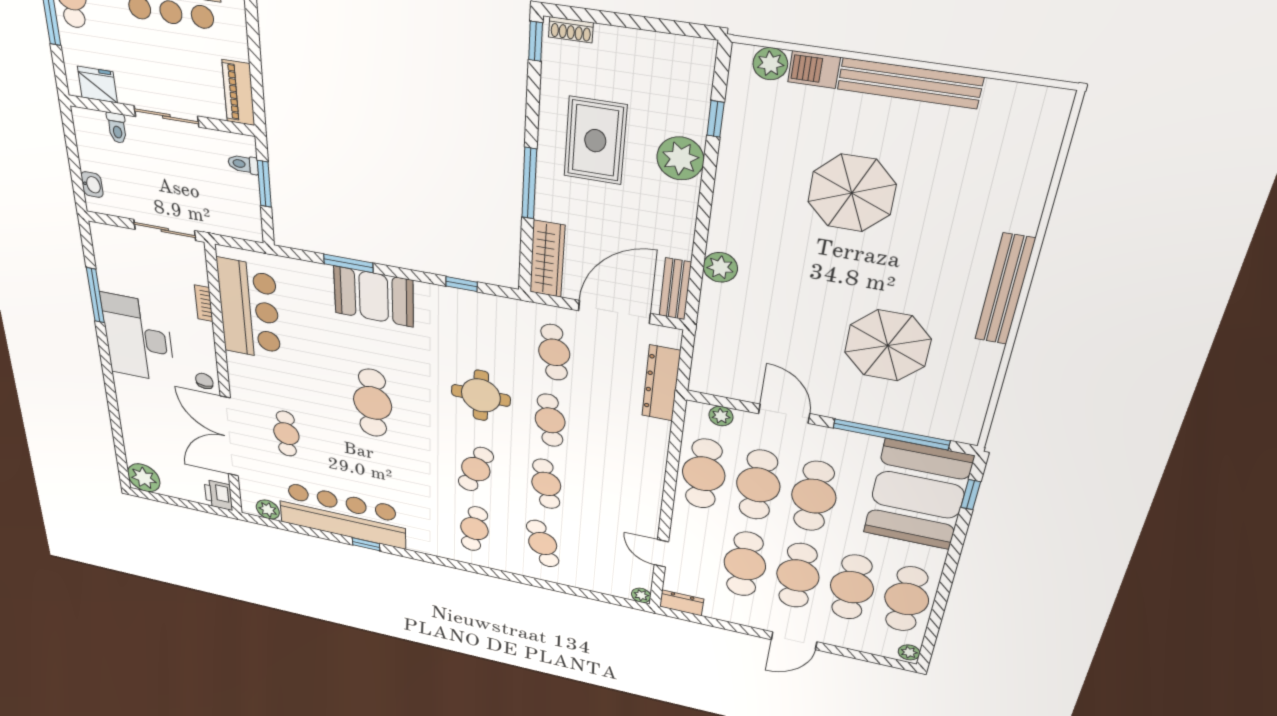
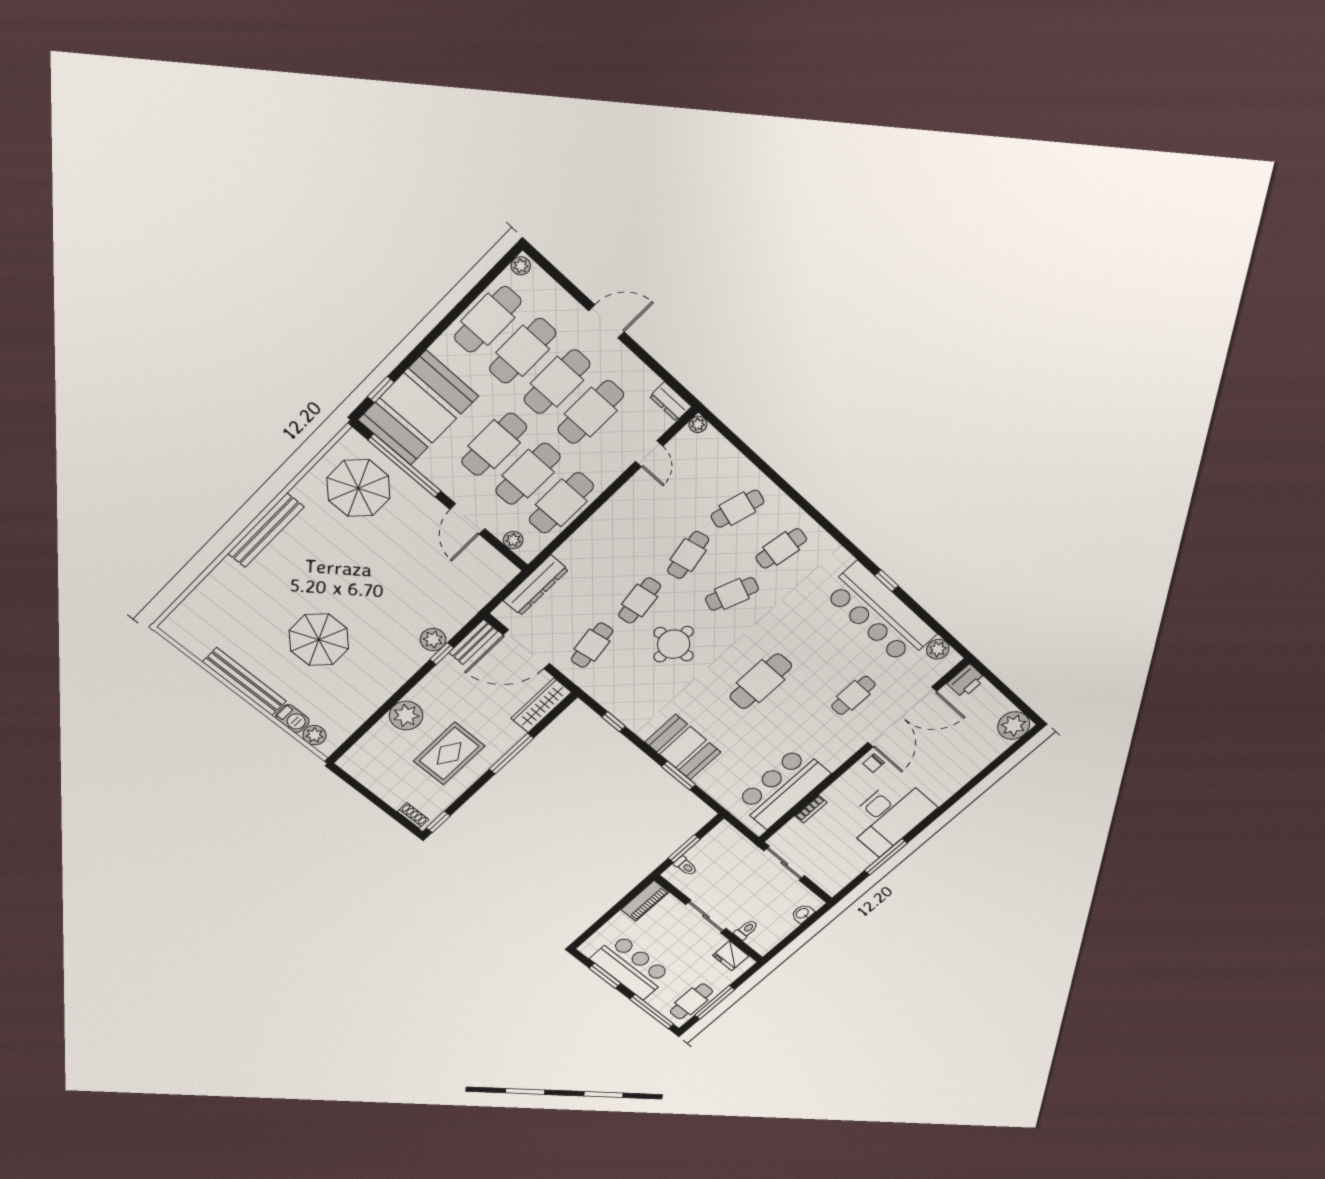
window: (715, 119) -> (442, 654), moved
parasol: (888, 346) -> (358, 488), moved
cafe table: (543, 544) -> (737, 509), turned 36

